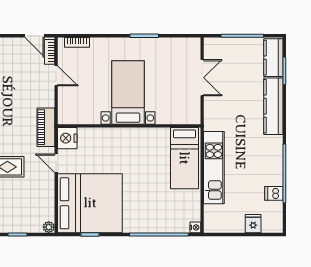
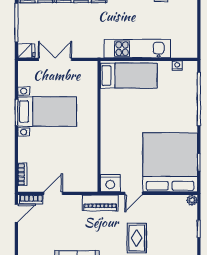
bed with nightstands: (128, 92) -> (47, 112), moved, turned 180
fridge: (253, 224) -> (26, 51), moved, turned 180
nightstand: (195, 227) -> (177, 66), moved

